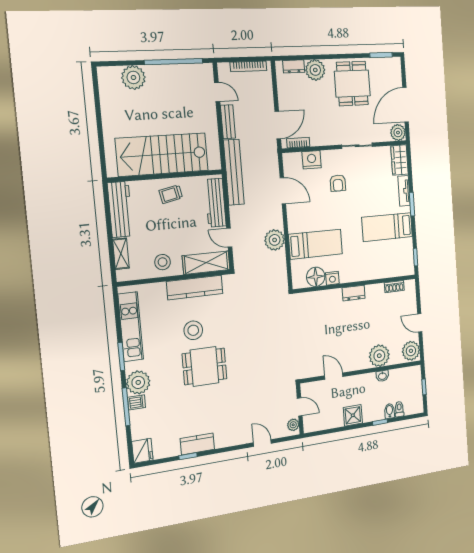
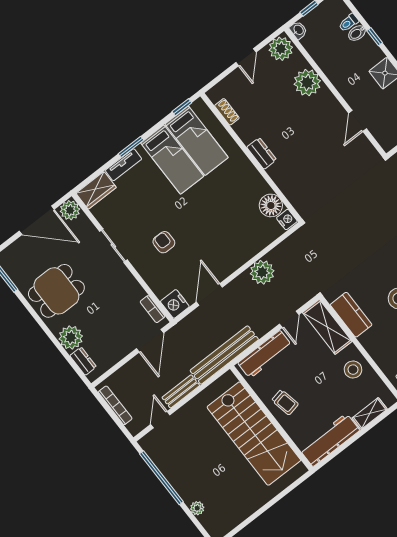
plant: (133, 77) -> (197, 508), width x0.53, depth x0.53
door: (278, 125) -> (150, 341), swing flipped
nightstand: (312, 160) -> (175, 304), moved
armchair: (338, 183) -> (164, 242), turned -90
bed: (316, 244) -> (197, 141), moved, turned 180
nightstand: (332, 278) -> (287, 220), moved
kitchen counter: (195, 288) -> (351, 315), width x0.67
washbasin: (382, 376) -> (298, 30), moved

